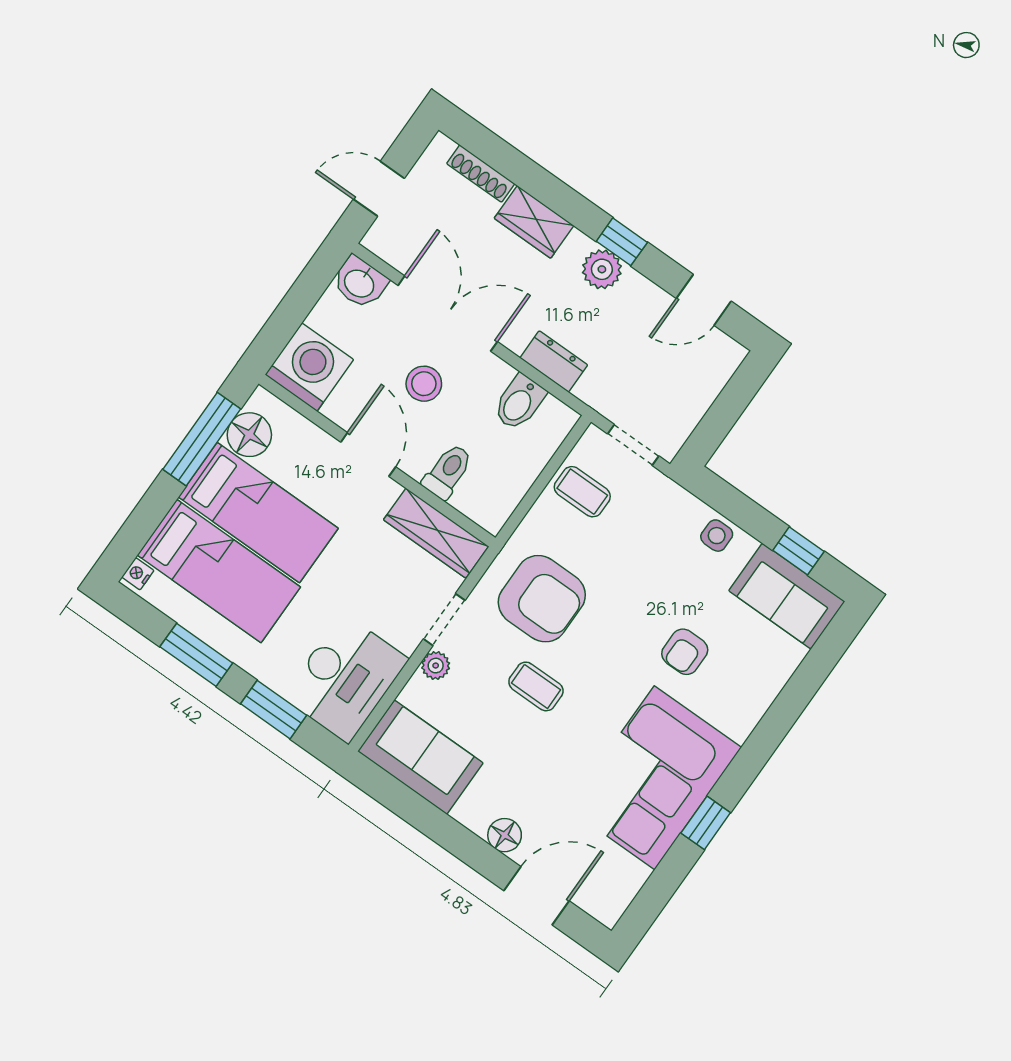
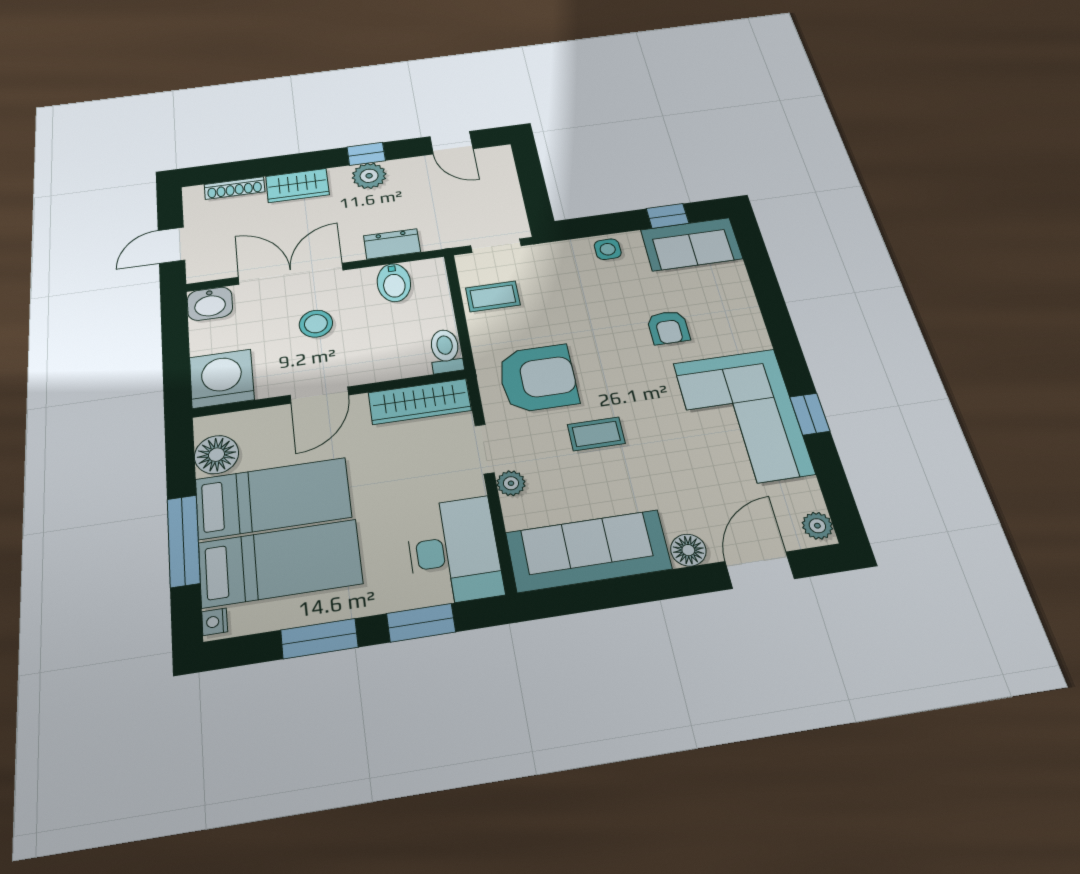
door: (704, 300) -> (451, 143), hinge flipped
window: (202, 439) -> (183, 541), moved
door: (368, 454) -> (319, 395), swing flipped
toilet: (448, 471) -> (446, 351), moved
sofa: (420, 757) -> (588, 551), width x1.36
plant: (612, 905) -> (817, 526), added

